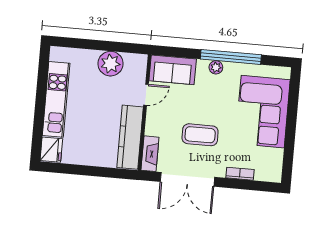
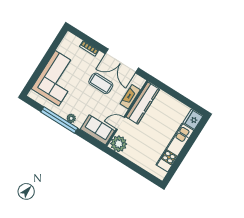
plant: (111, 64) -> (119, 144), moved
fireplace: (150, 154) -> (130, 97), moved
double door: (187, 179) -> (122, 61), swing flipped

